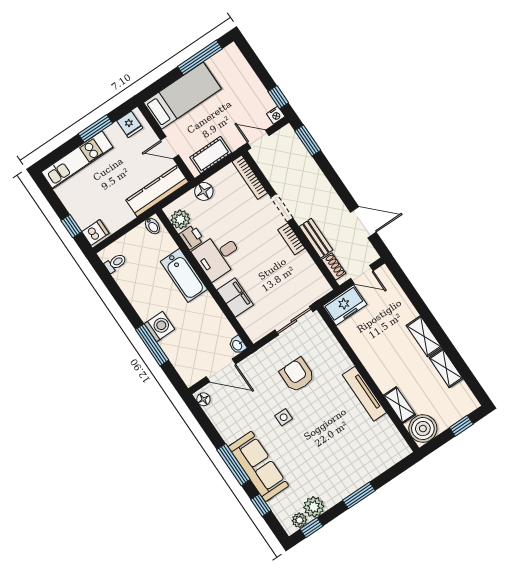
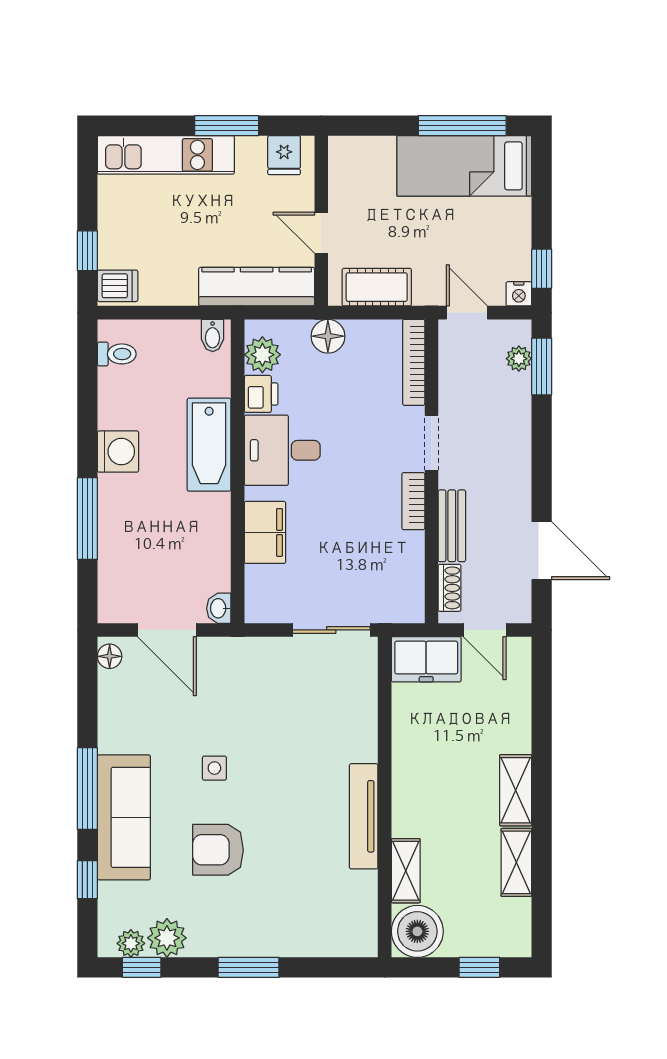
bed: (182, 96) -> (464, 166), moved, turned 180
plant: (295, 144) -> (519, 359), added
washing machine: (159, 327) -> (118, 452), moved
armchair: (297, 375) -> (218, 850), moved, turned -90

